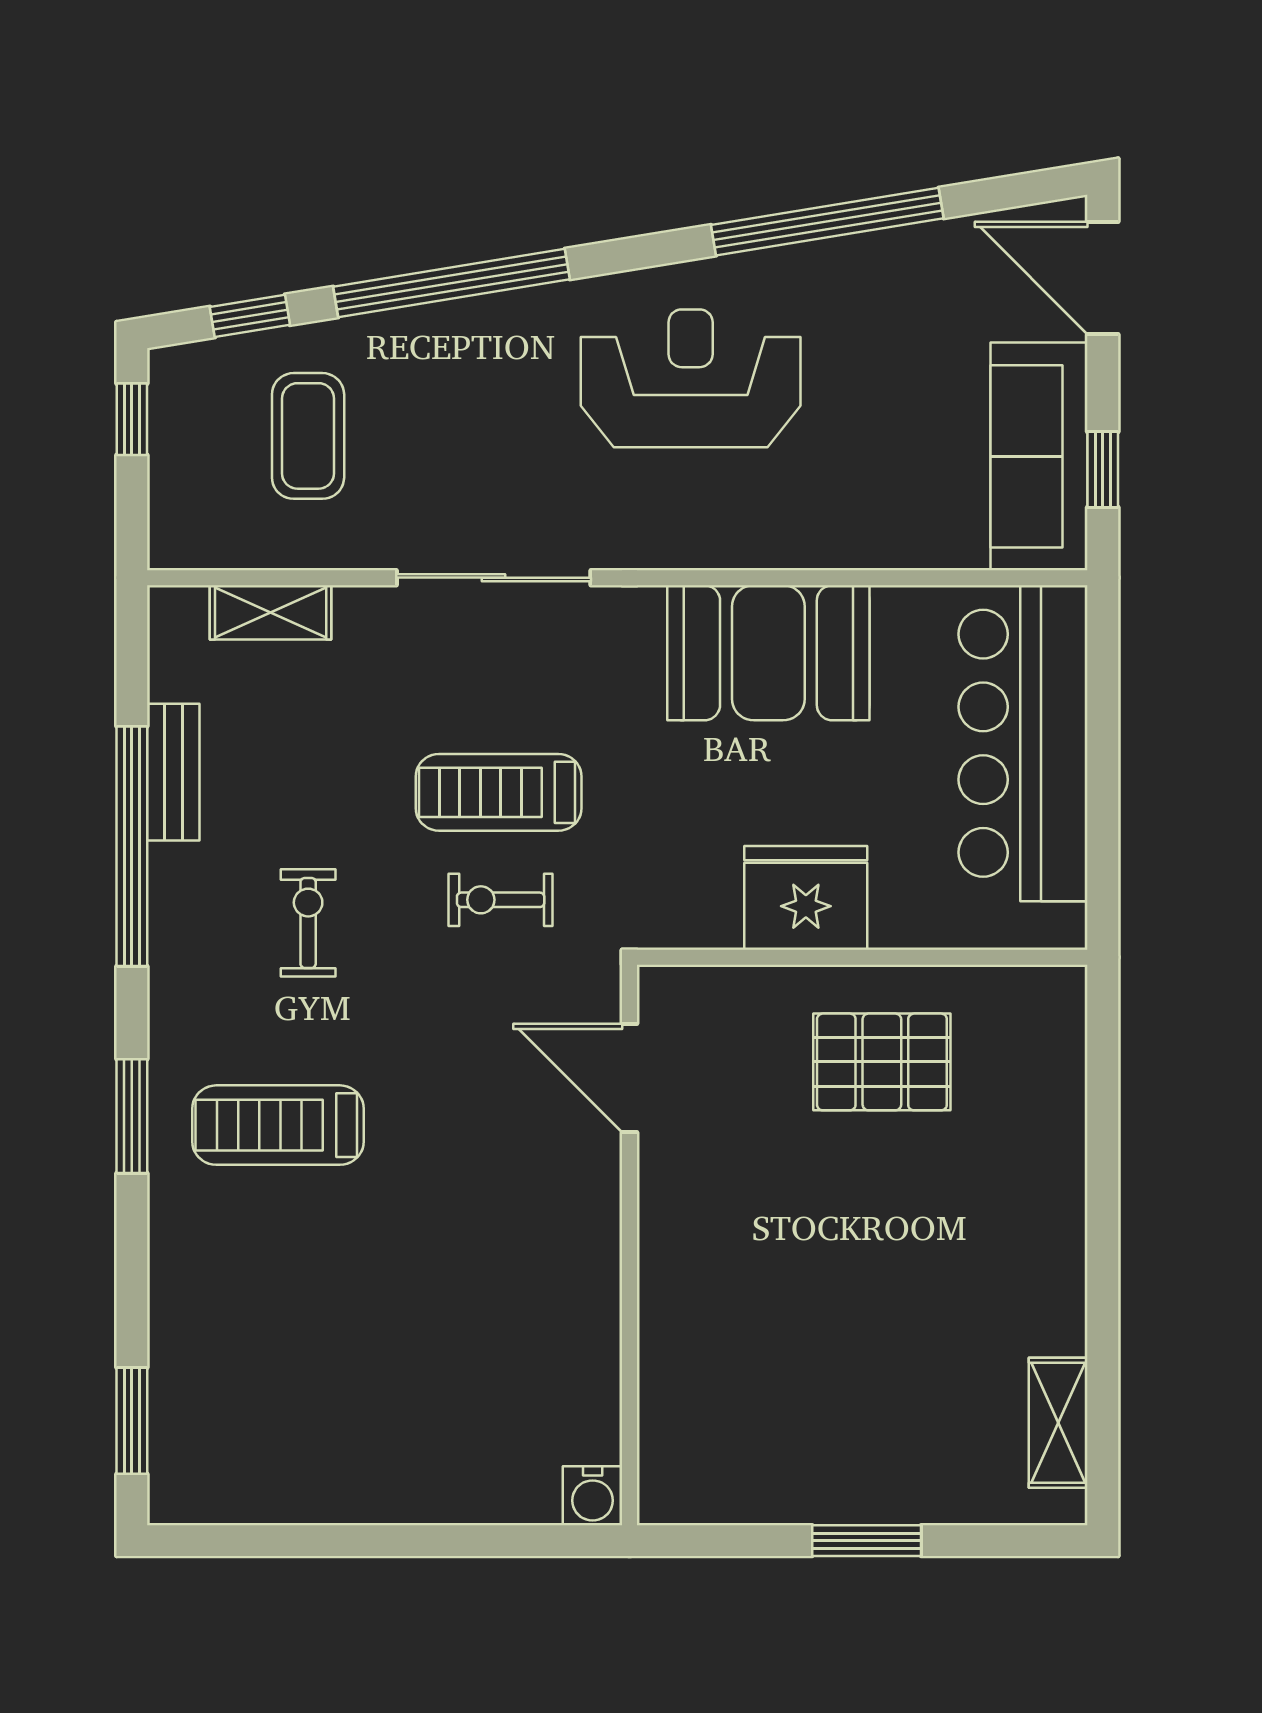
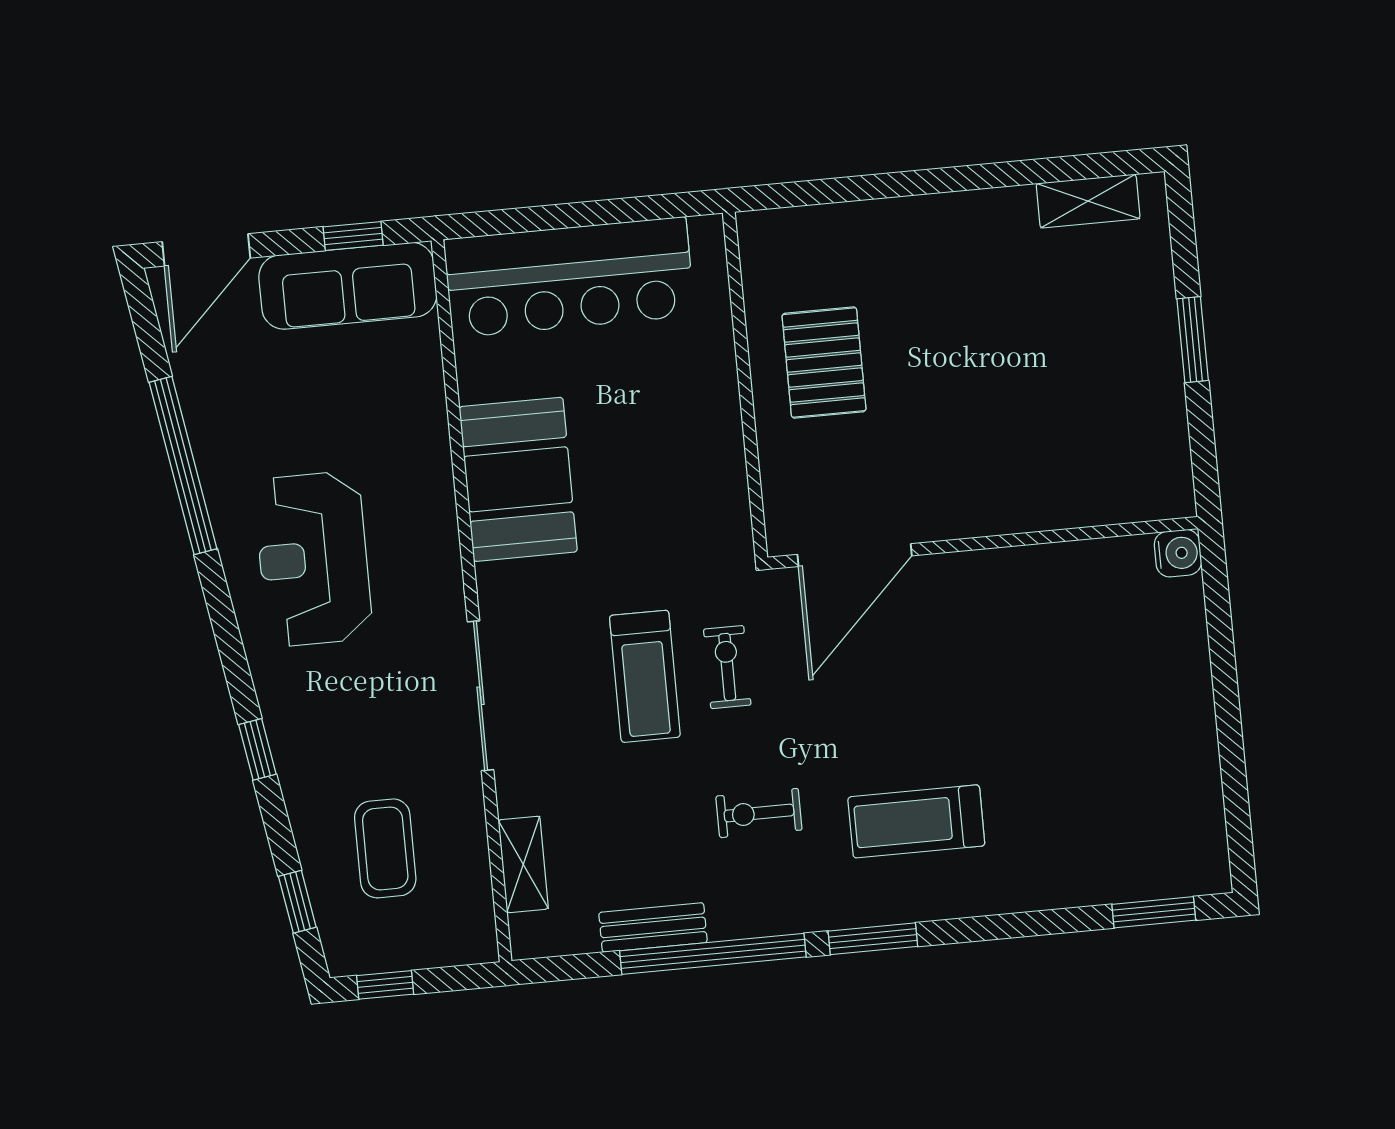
window: (452, 283) -> (257, 749), width x0.32
coffee table: (308, 436) -> (385, 848), turned 90
fridge: (806, 898) -> (704, 433), removed
exercise bike: (501, 900) -> (727, 667), turned 180
door: (630, 1078) -> (855, 555), width x1.36
window: (132, 1116) -> (873, 939), moved
treadmill: (278, 1125) -> (916, 821), turned 90

